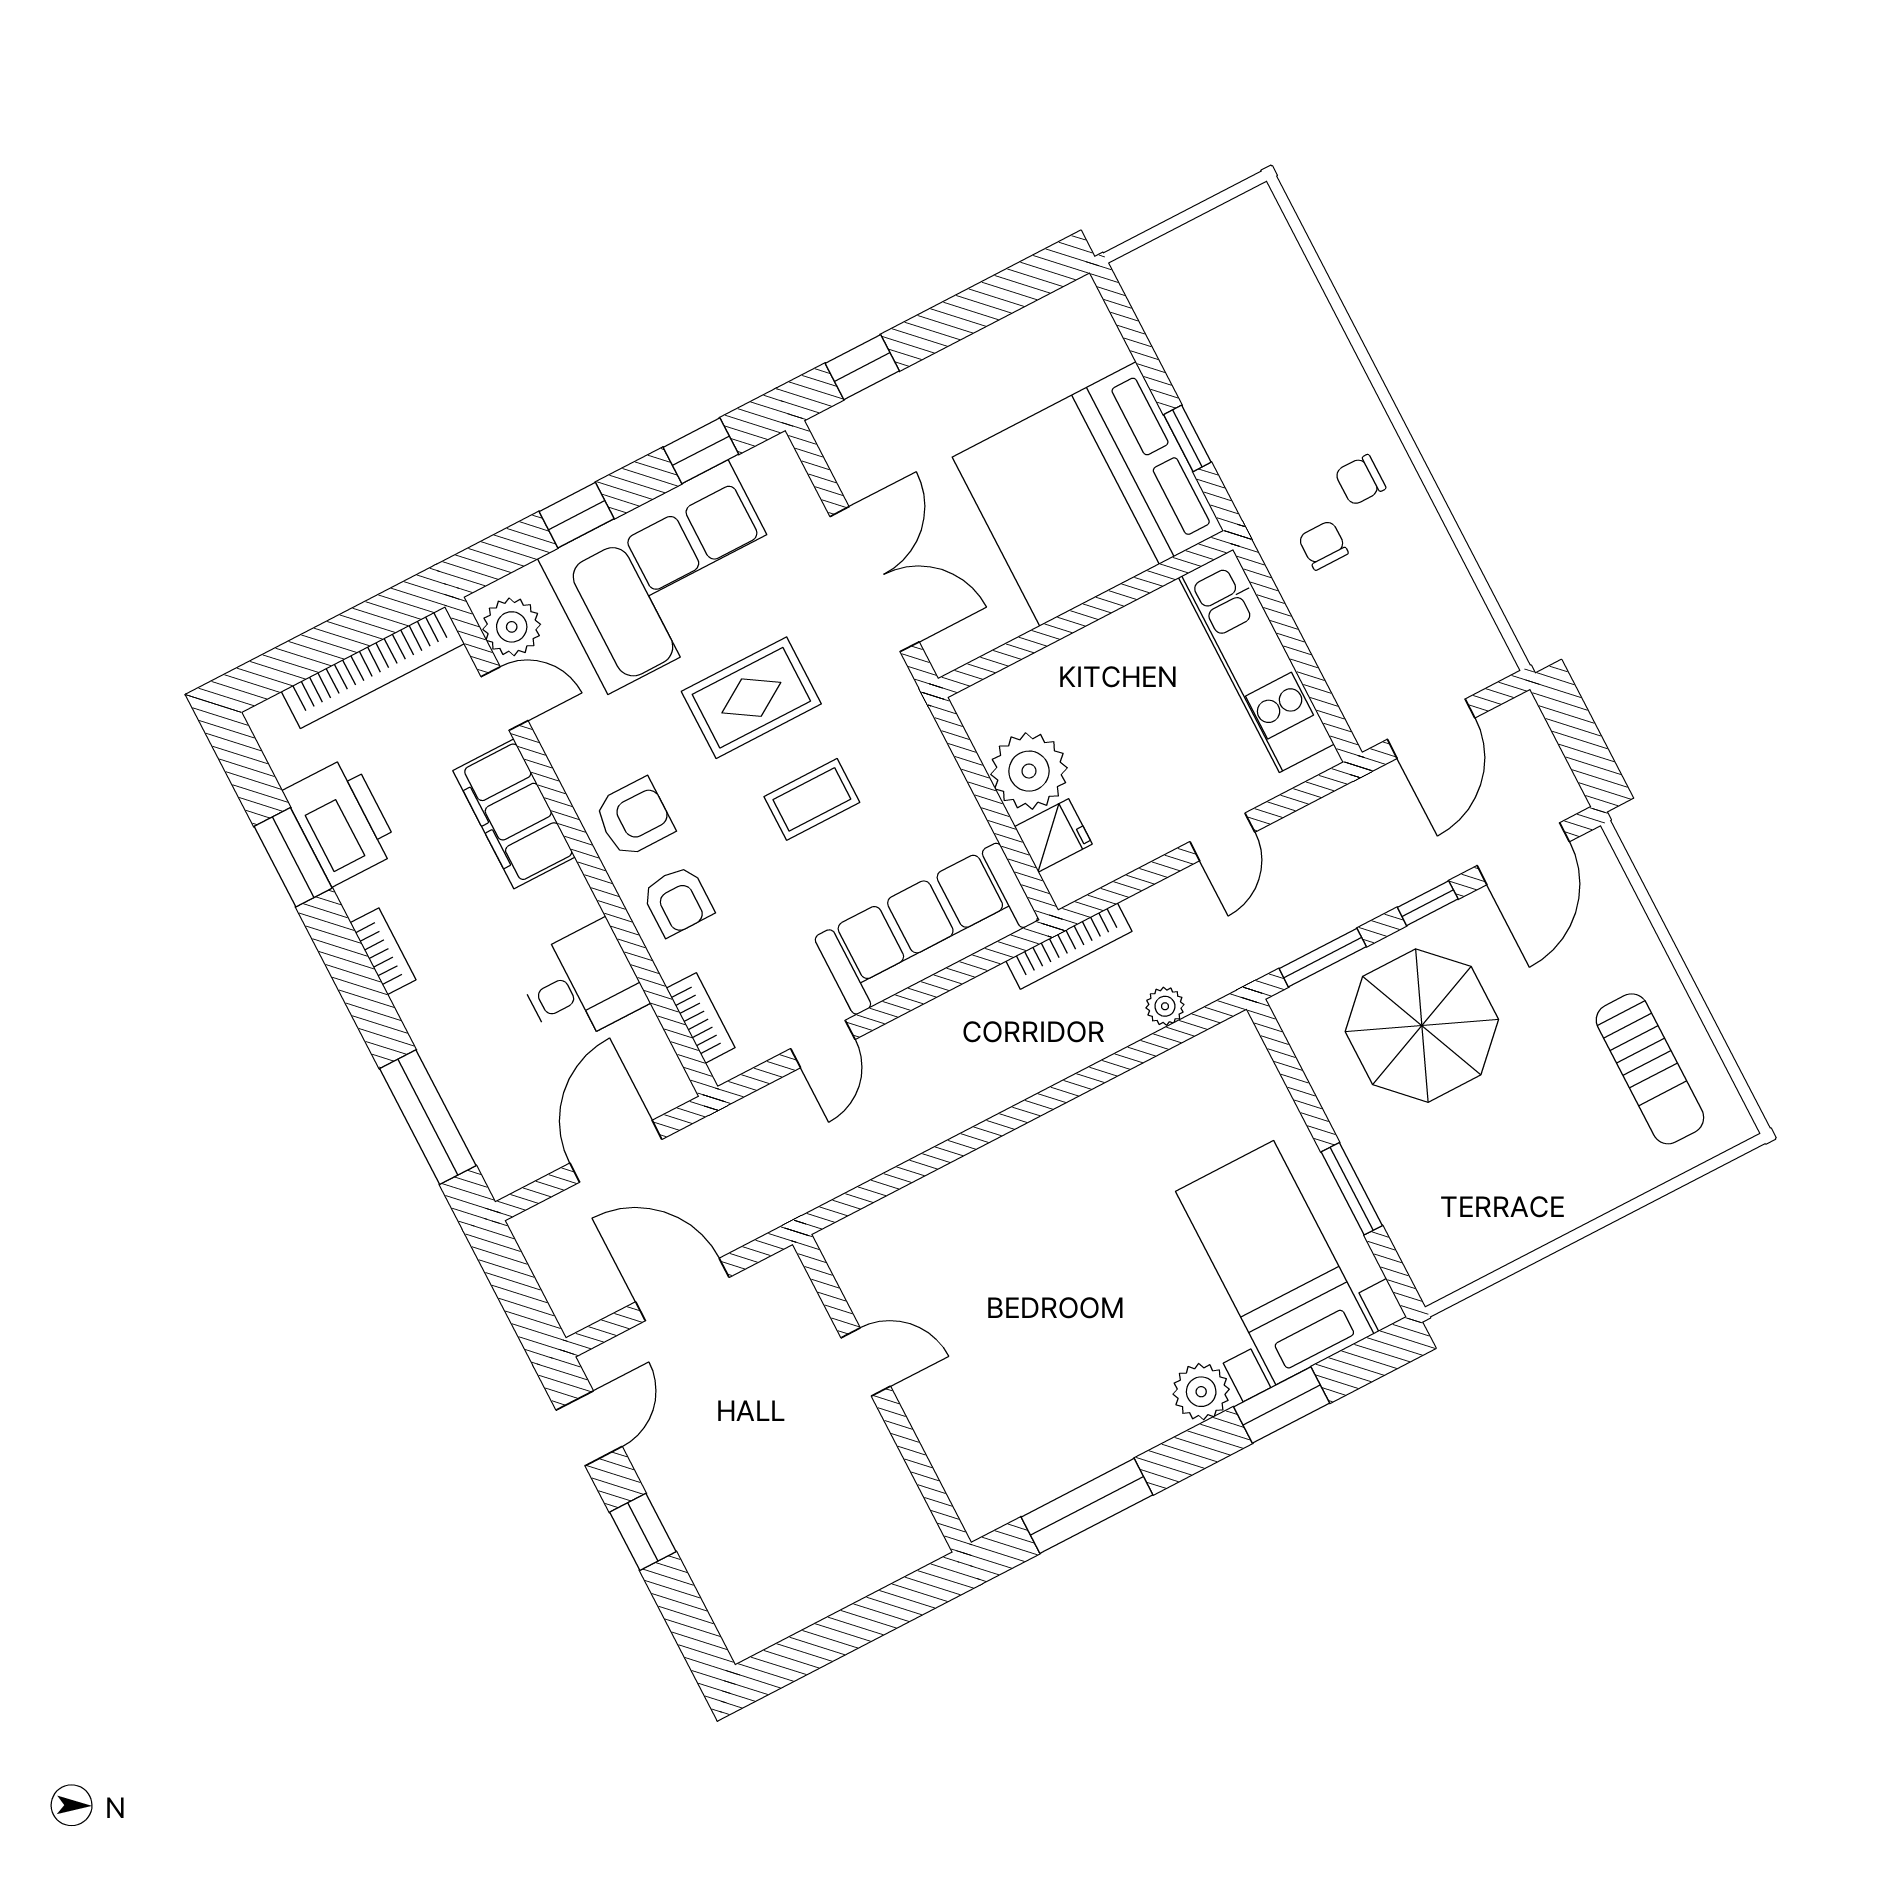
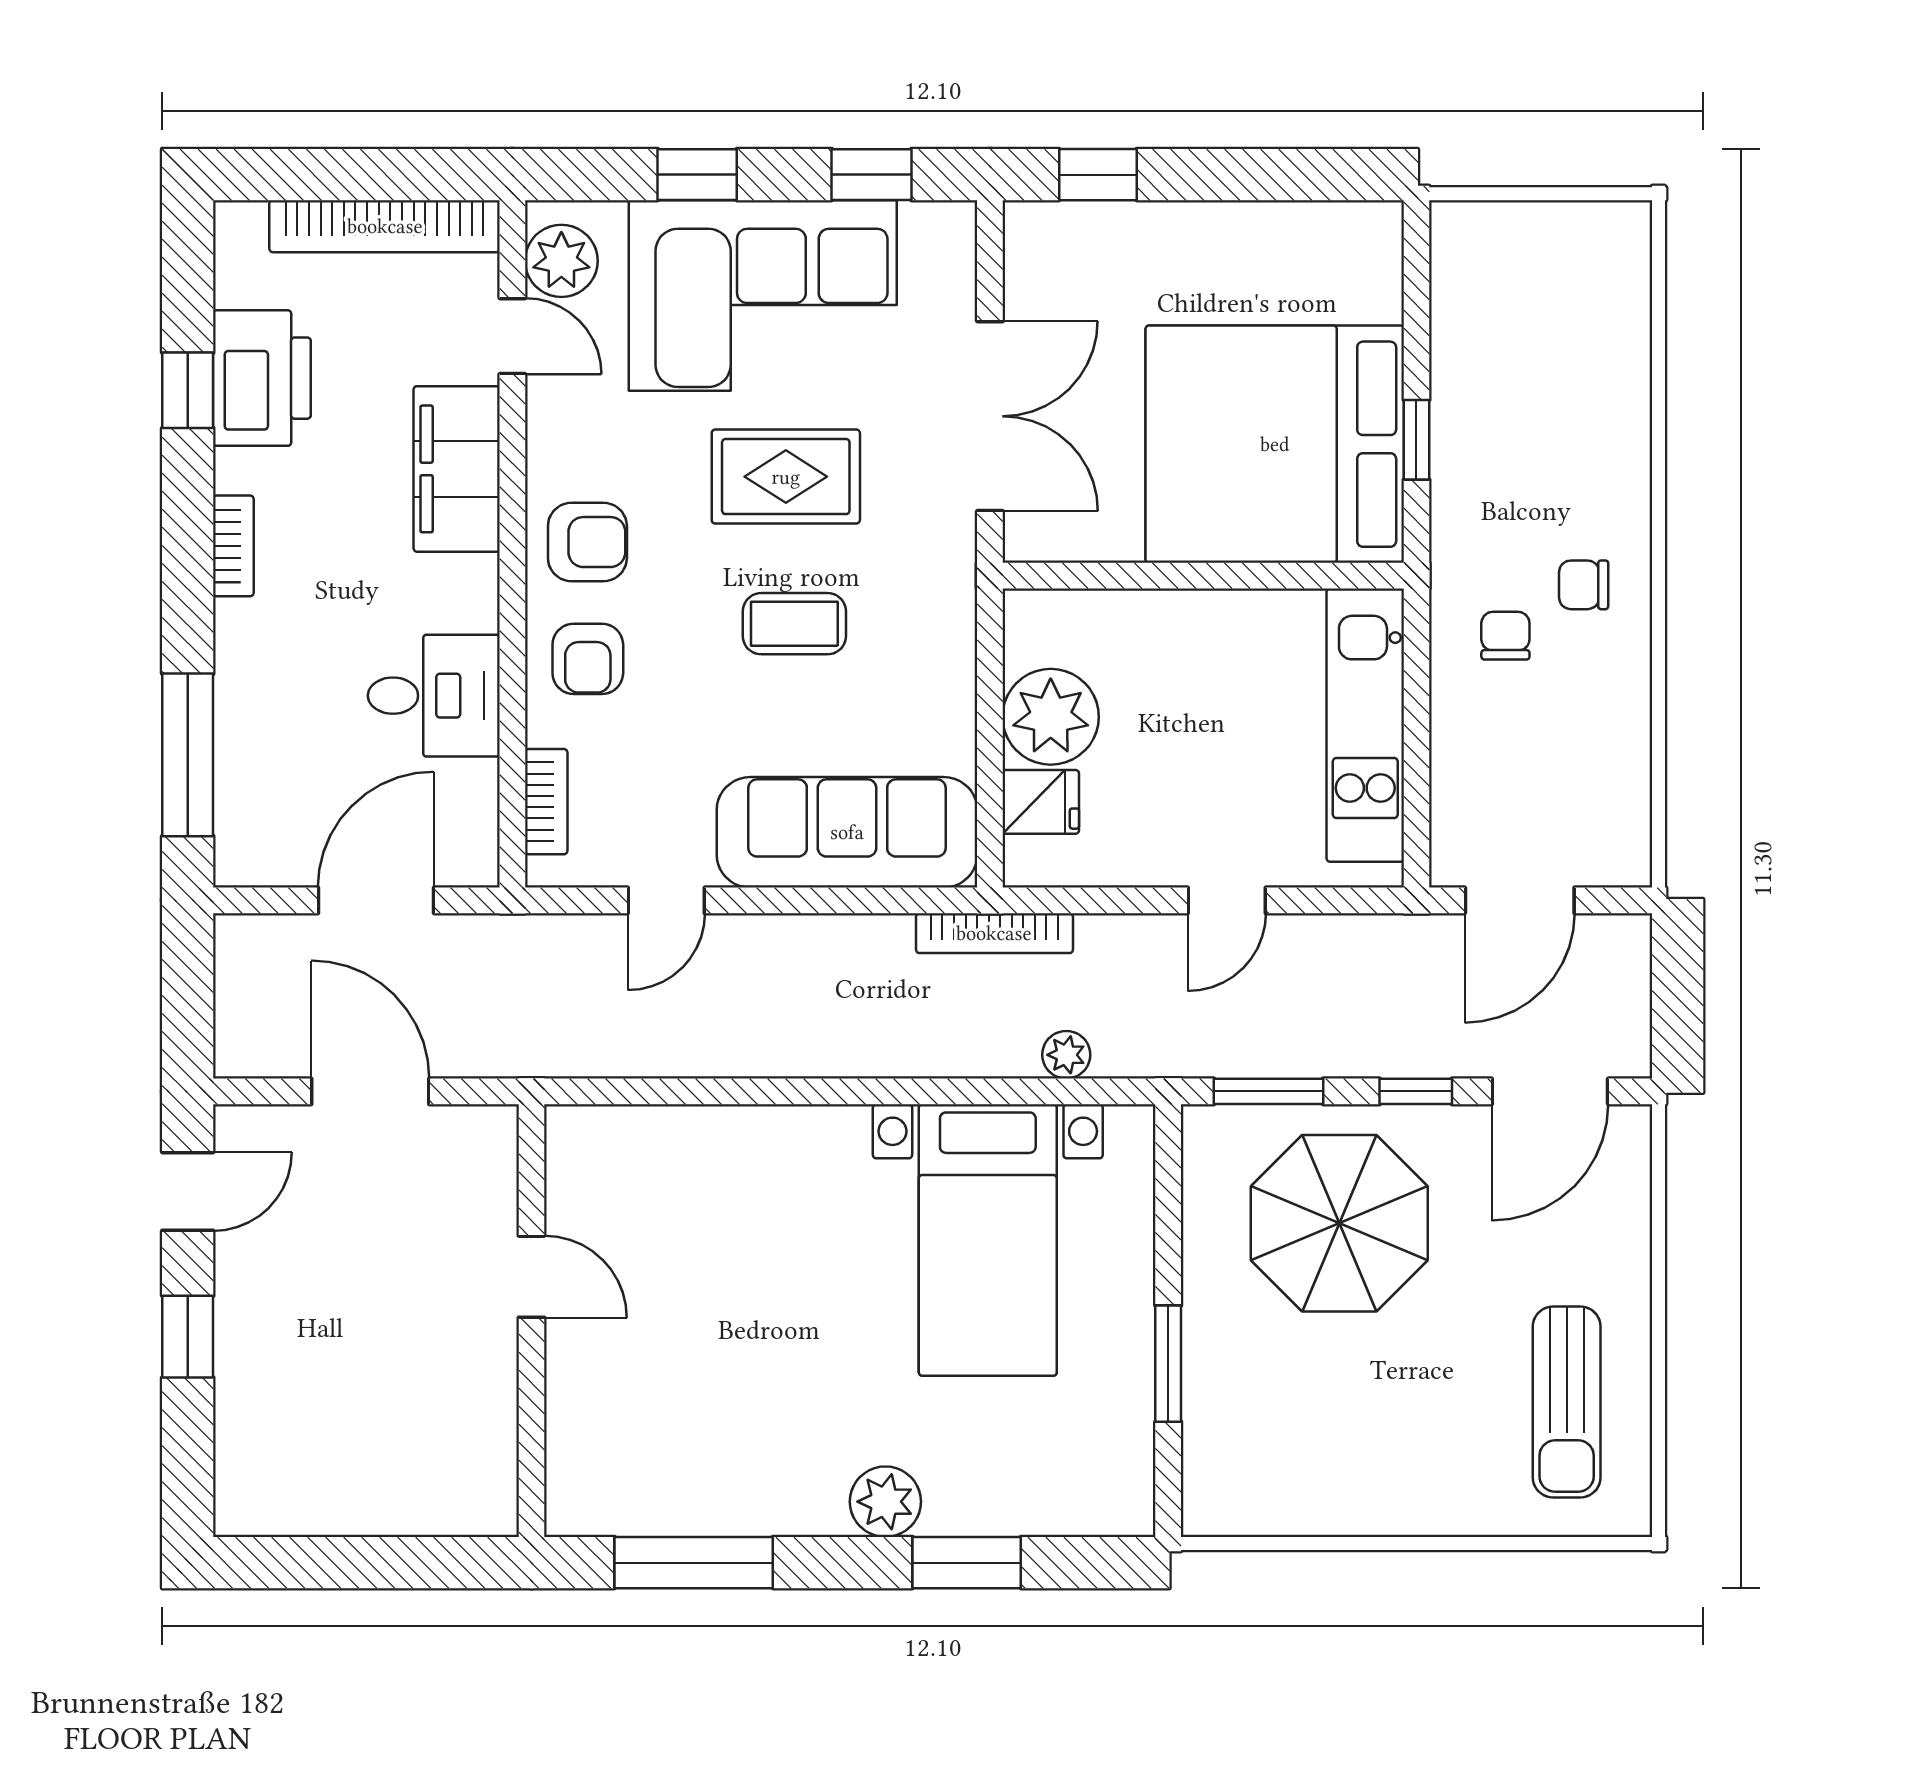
window: (293, 857) -> (188, 390), width x0.67
bed with nightstands: (1275, 1263) -> (988, 1240), moved, turned 180

